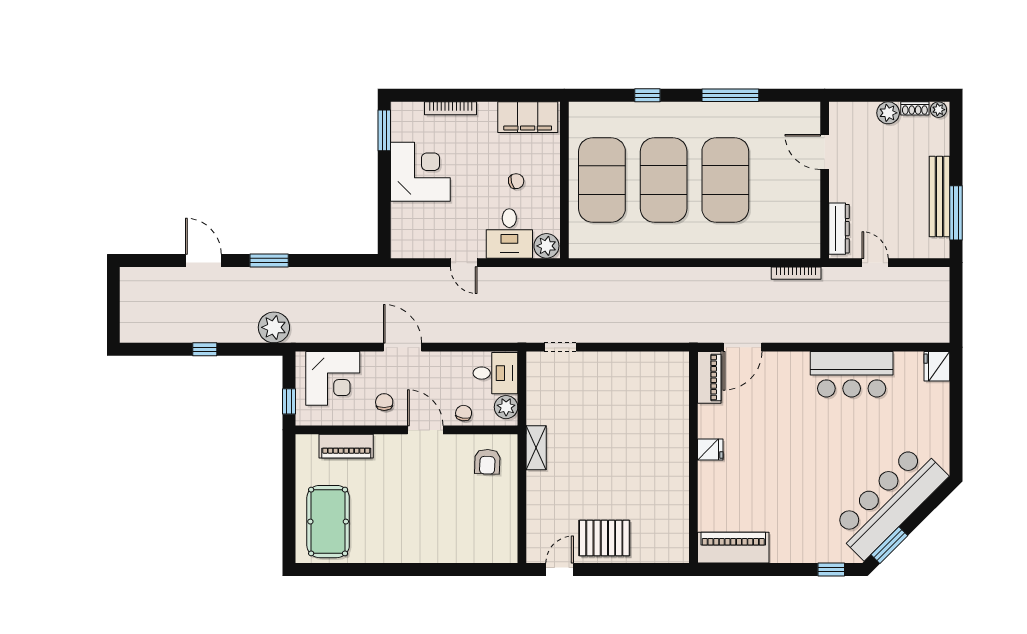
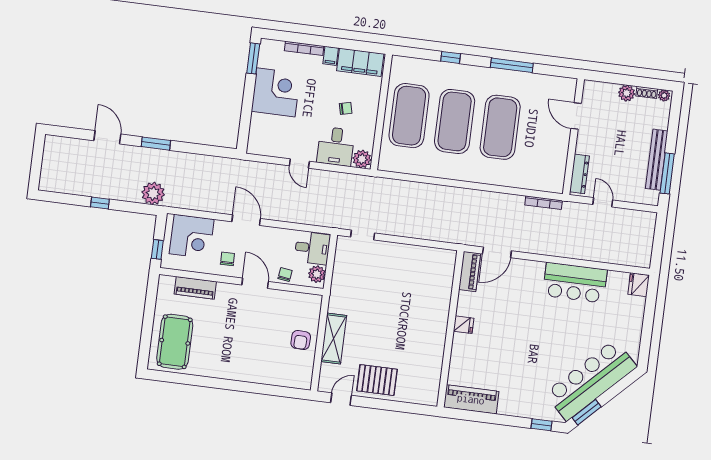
filing cabinet: (487, 114) -> (331, 56), added
shelving: (536, 448) -> (334, 339), moved, width x1.50, depth x1.33
armchair: (487, 462) -> (301, 340), moved

